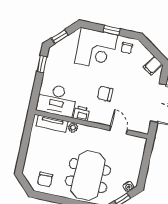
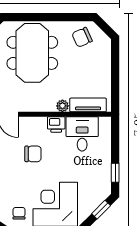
desk: (57, 100) -> (82, 134), width x0.73
chair: (45, 180) -> (82, 37), turned -114

